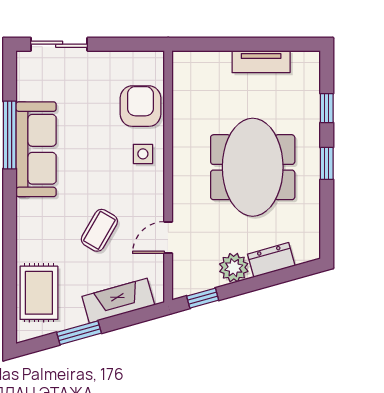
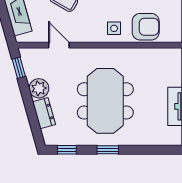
window: (327, 108) -> (67, 150), moved
meeting table: (253, 167) -> (105, 101), turned 90

